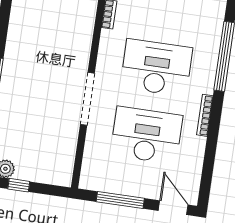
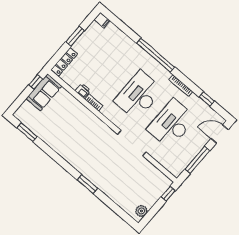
window: (209, 161) -> (207, 99), added
window: (19, 185) -> (168, 194), moved

